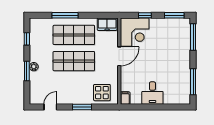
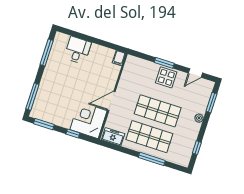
window: (27, 71) -> (211, 103), moved
display table: (102, 93) -> (166, 77), moved
desk: (152, 93) -> (78, 50), moved

